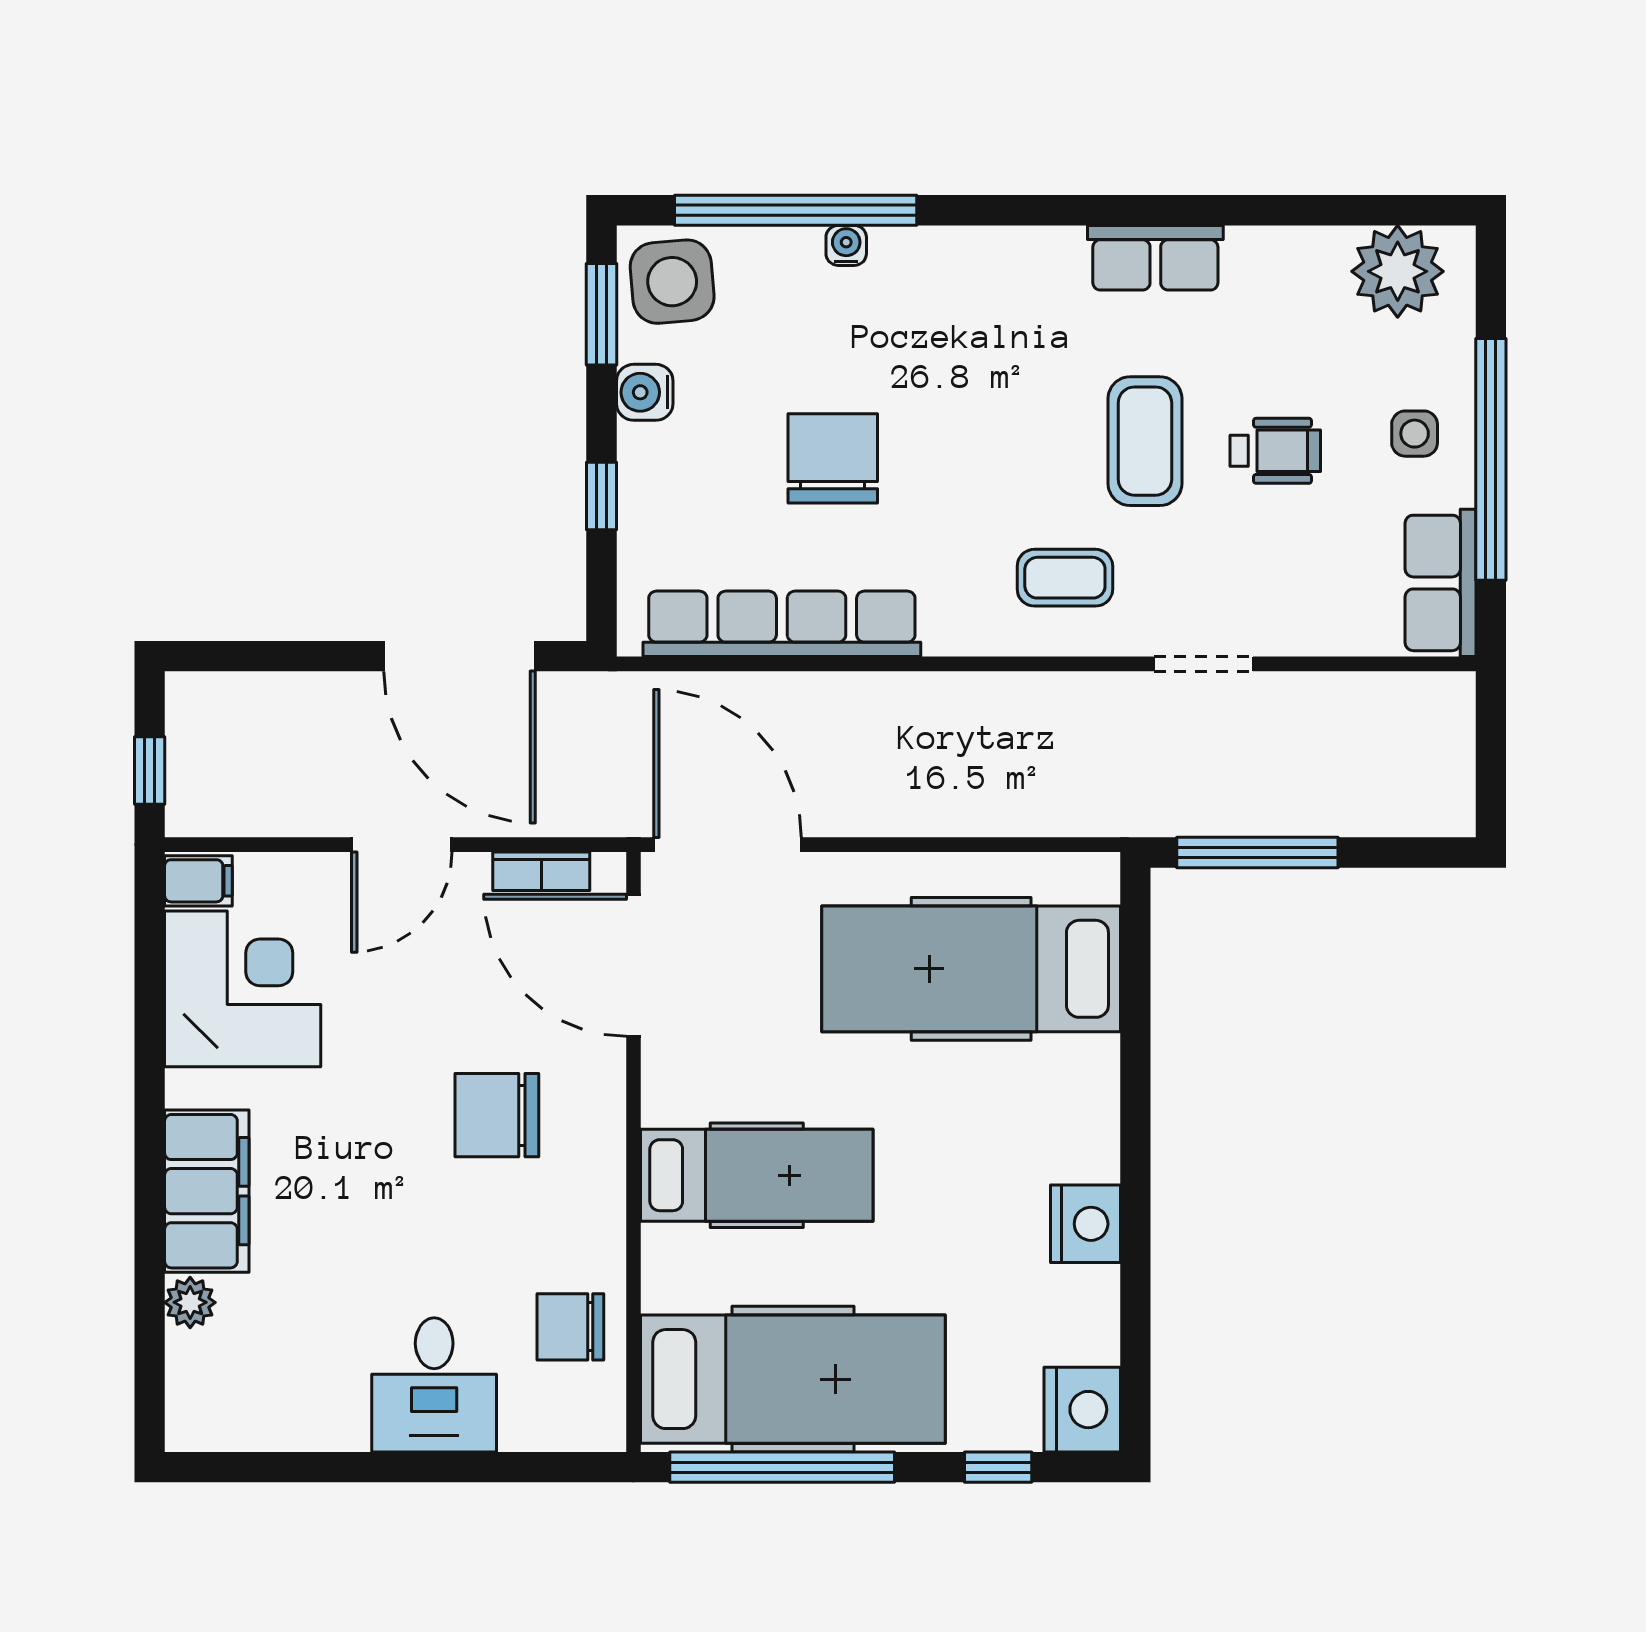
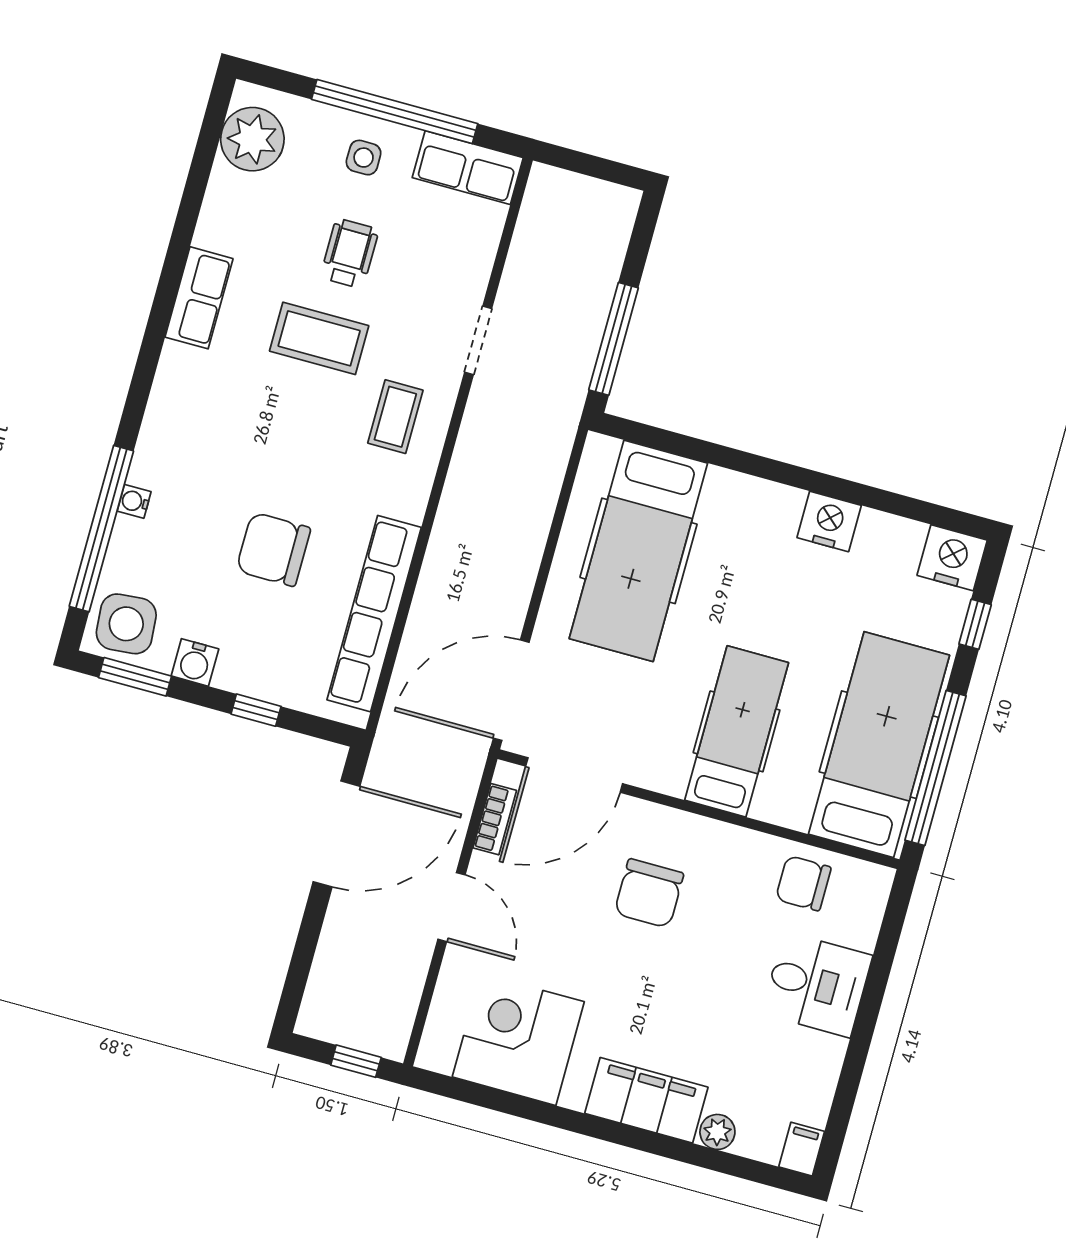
filing cabinet: (198, 881) -> (802, 1149), moved
chair: (570, 1327) -> (803, 883), turned 90

